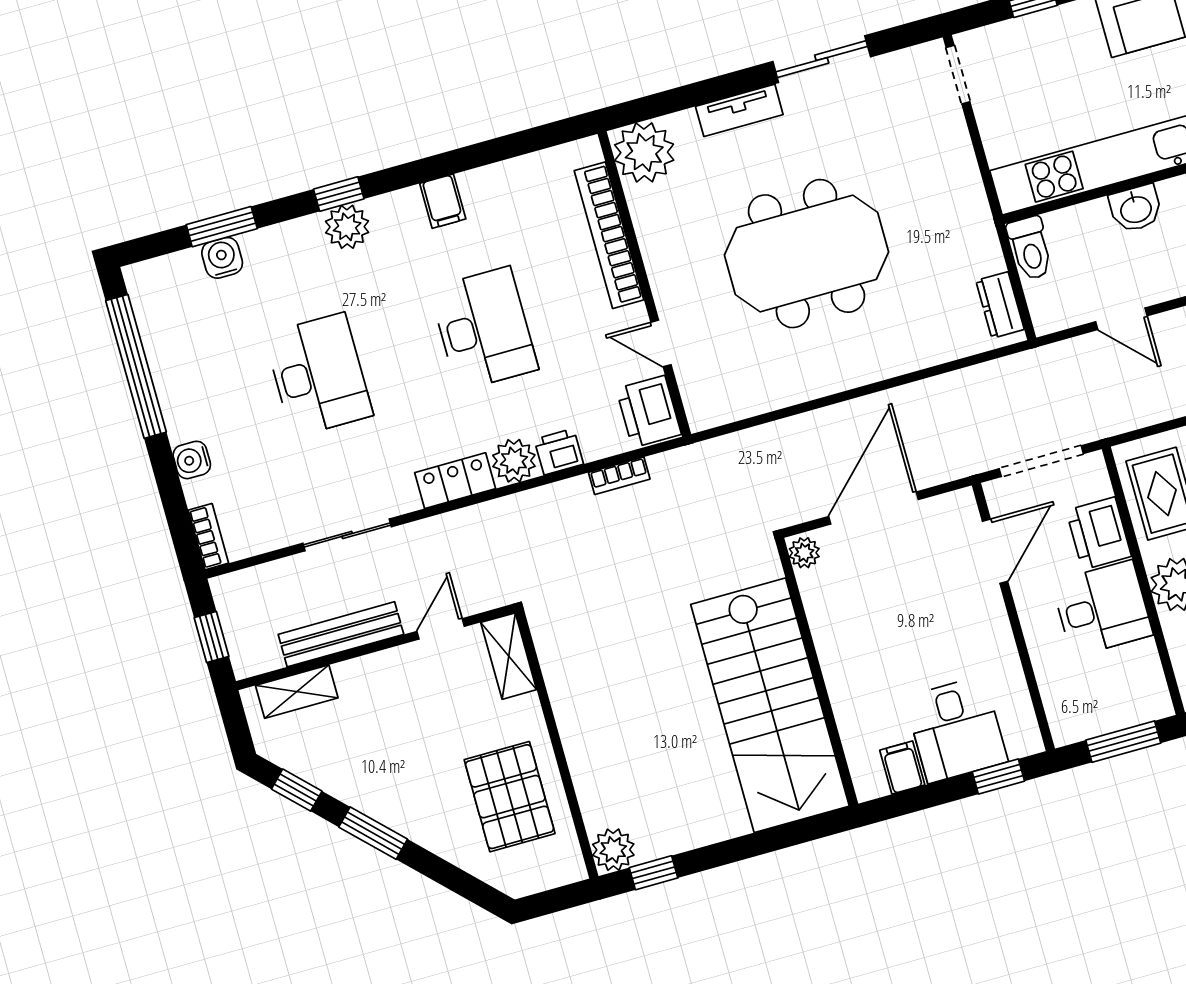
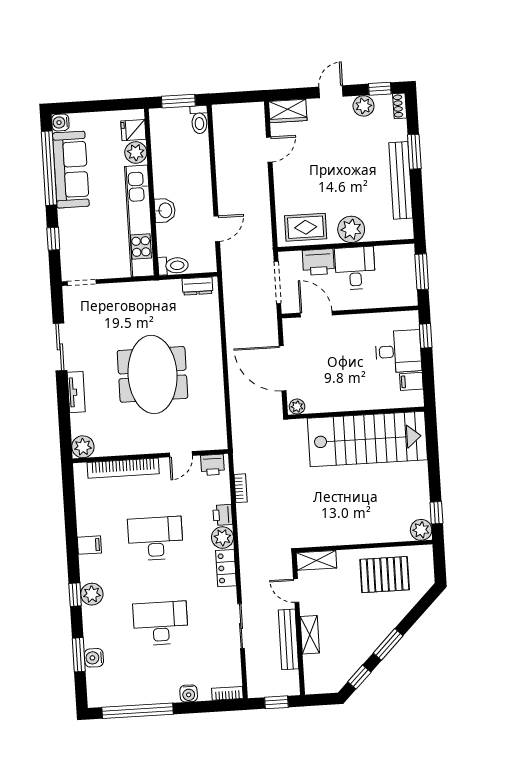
plant: (644, 152) -> (83, 447), width x0.73, depth x0.73
printer: (649, 412) -> (212, 465), width x0.73, depth x0.81
shelving: (297, 692) -> (310, 635), moved

